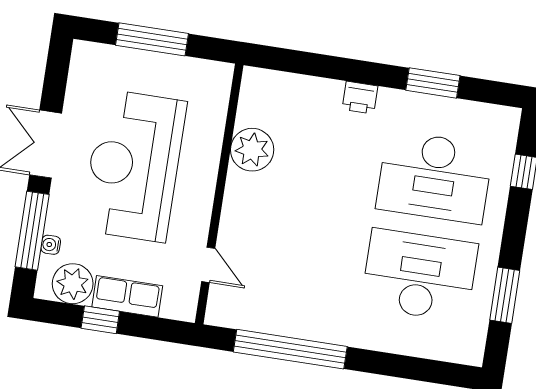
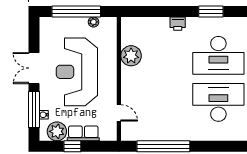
window: (152, 39) -> (76, 11), width x1.46
plant: (185, 67) -> (93, 22), added

